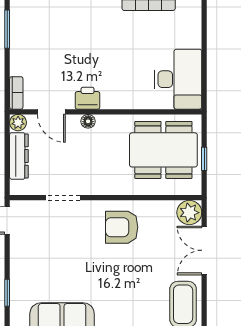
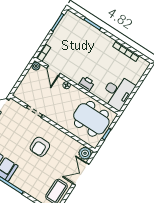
printer: (88, 98) -> (86, 84), moved
dresser: (19, 156) -> (27, 81), removed
armchair: (122, 227) -> (40, 147), moved, turned -90

